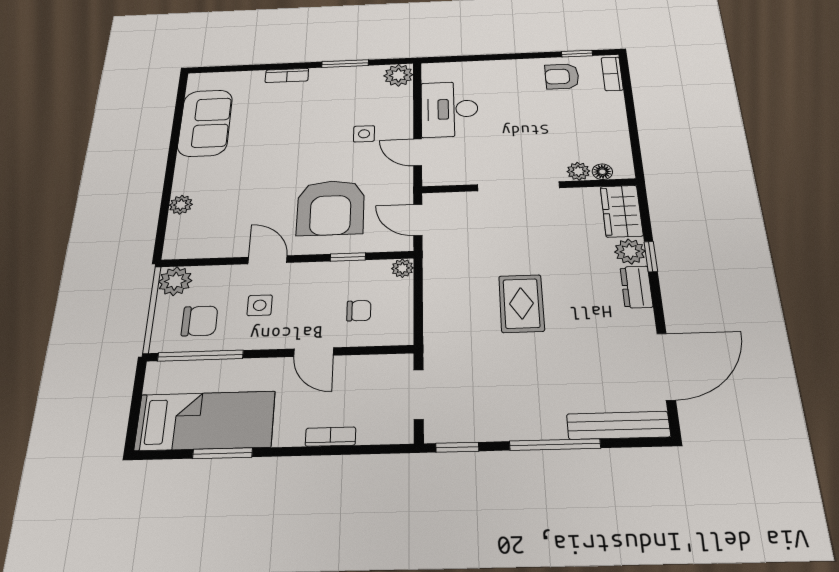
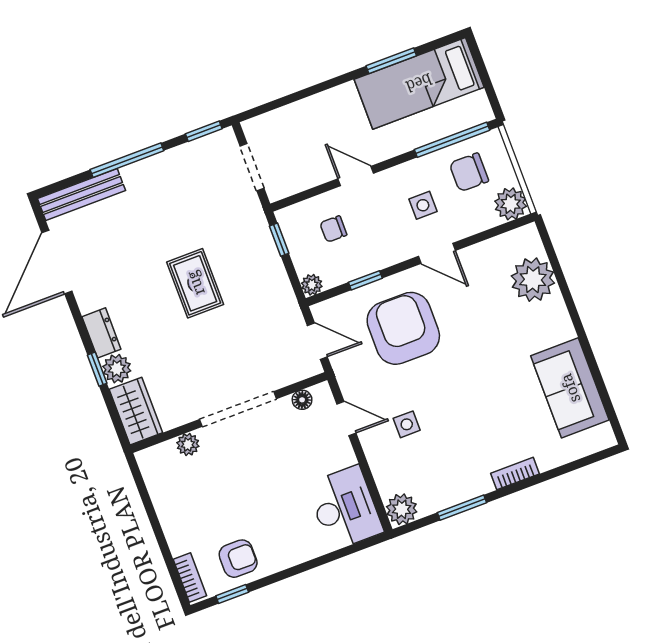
desk: (449, 109) -> (345, 508), moved
floor lamp: (602, 172) -> (302, 400), moved
plant: (181, 205) -> (533, 280), width x1.88, depth x1.88
window: (418, 317) -> (279, 240), added
bookcase: (331, 437) -> (309, 105), removed

